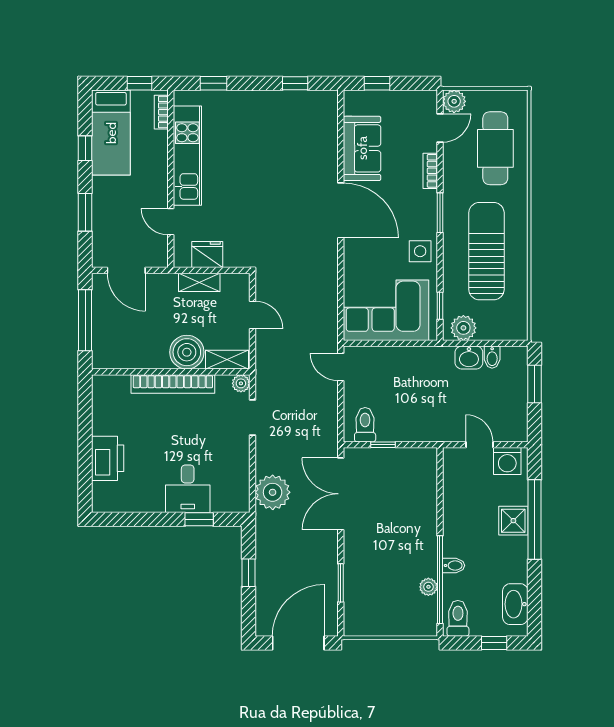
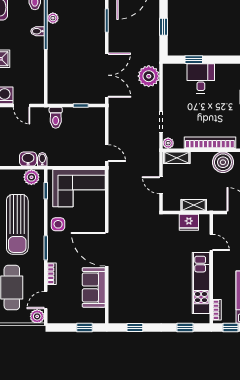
boiler: (187, 352) -> (223, 162), moved
bidet: (492, 357) -> (42, 159), moved
toilet: (365, 425) -> (56, 118), moved

